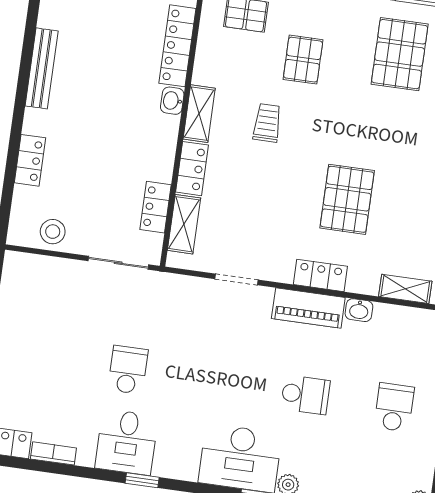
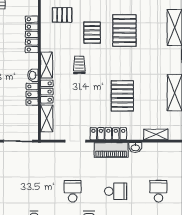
pallet: (400, 54) -> (124, 31), moved
washbasin: (172, 101) -> (33, 75), moved
locker: (156, 207) -> (32, 94), moved
locker: (320, 275) -> (108, 134), width x1.53
school desk: (128, 370) -> (73, 191), moved

